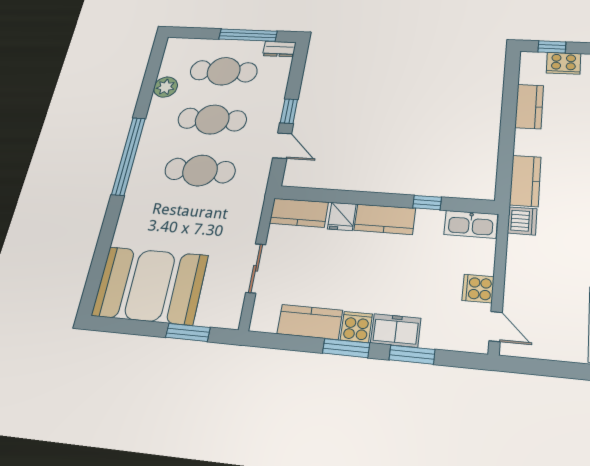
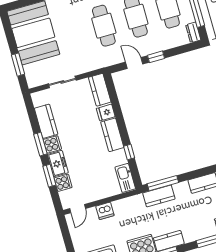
door: (282, 146) -> (134, 63), swing flipped
window: (505, 167) -> (163, 183), added
dishwasher: (522, 221) -> (105, 211), moved
cooker: (478, 289) -> (63, 183), moved, turned 90

